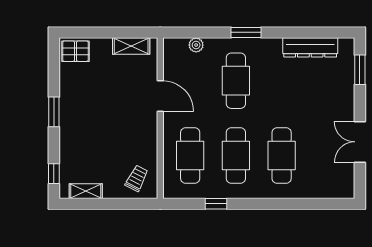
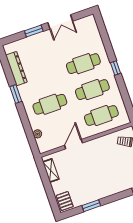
window: (246, 32) -> (16, 94), moved
window: (360, 70) -> (34, 31), moved
window: (54, 112) -> (91, 206), moved
window: (216, 204) -> (116, 68), moved

